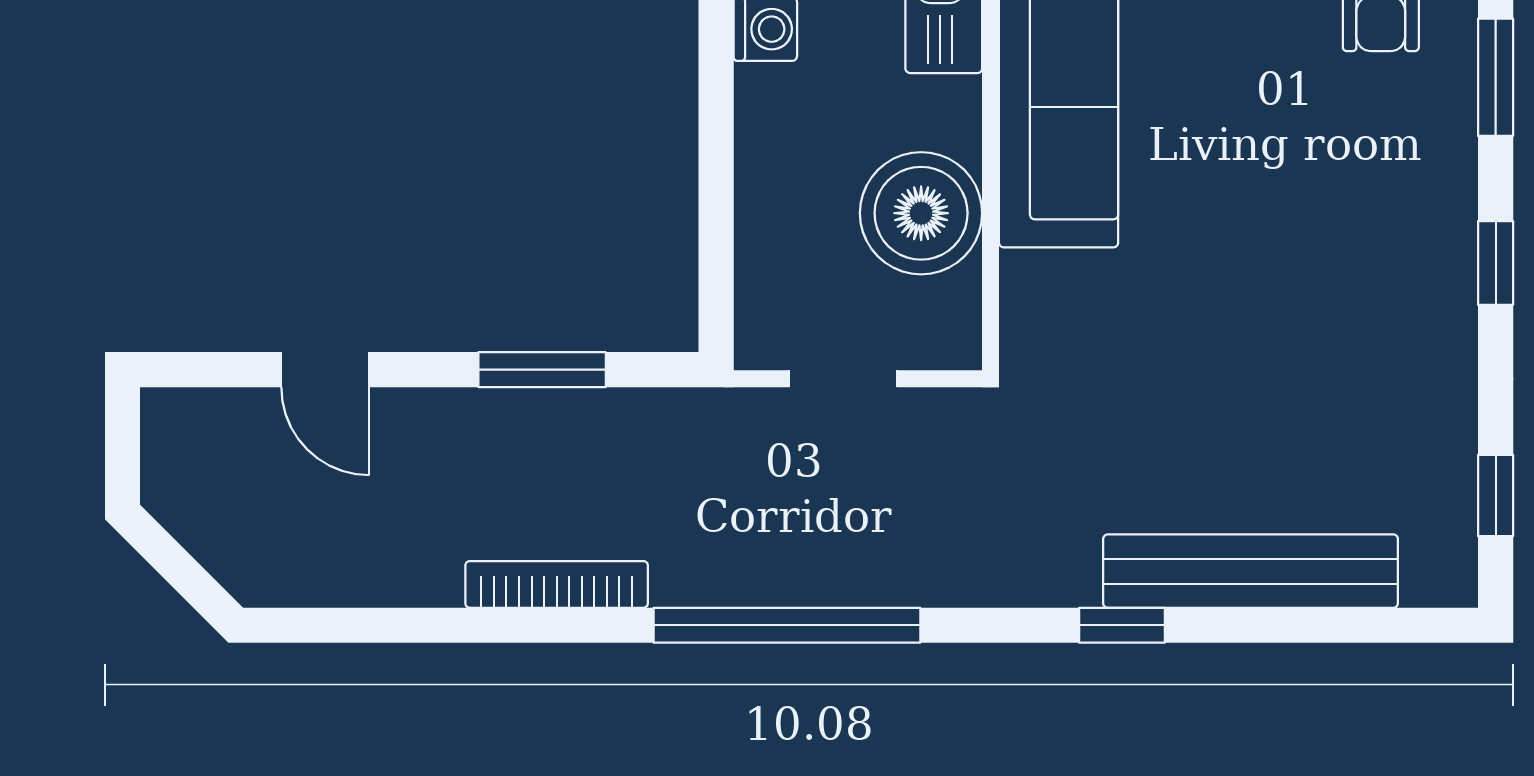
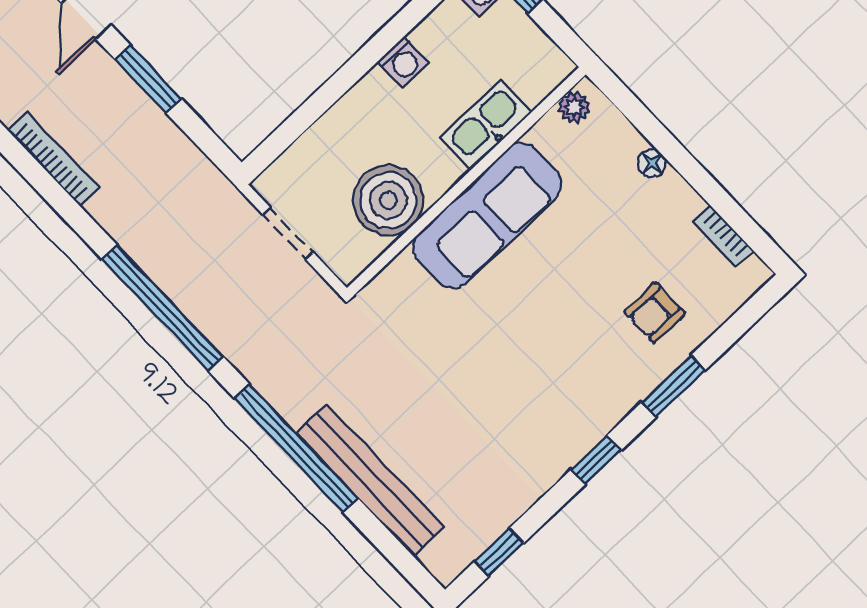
window: (542, 370) -> (149, 79), moved
bookcase: (557, 584) -> (54, 159), moved
window: (1122, 625) -> (296, 448), width x3.17

